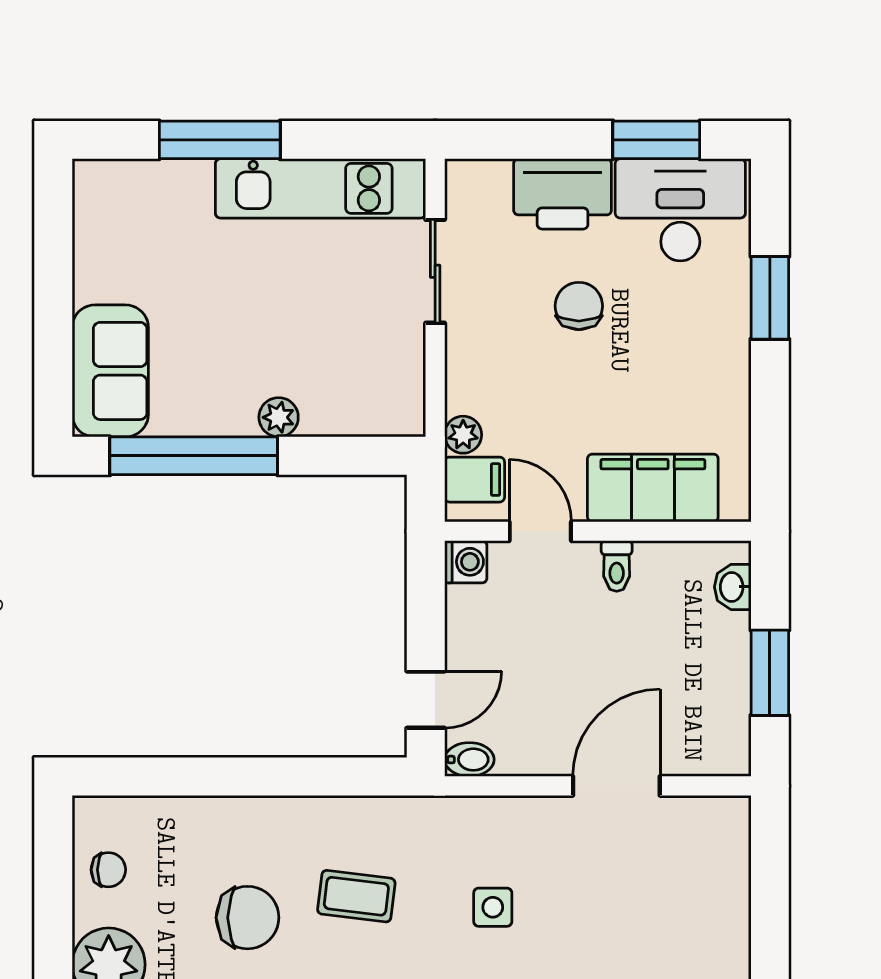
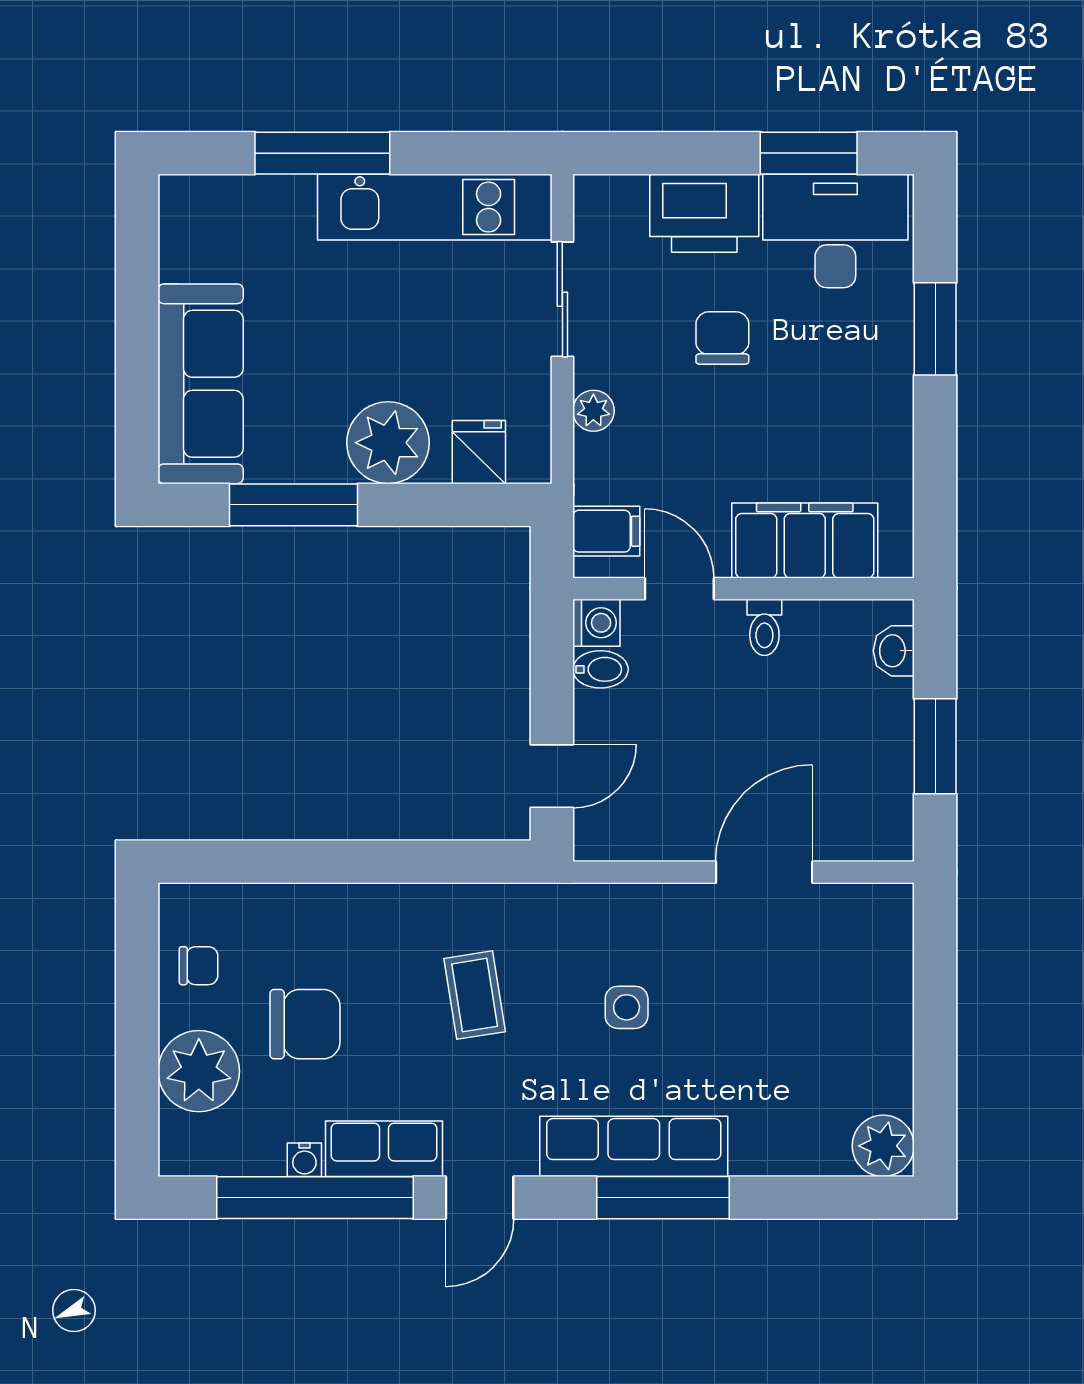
sofa: (110, 371) -> (201, 384), width x1.36
fridge: (360, 409) -> (479, 452), added
plant: (279, 417) -> (388, 443), width x1.87, depth x1.87
plant: (463, 435) -> (593, 411), moved
window: (194, 456) -> (294, 505), width x0.68
bidet: (469, 760) -> (600, 669), moved
coffee table: (356, 896) -> (475, 995), turned 74
chair: (248, 918) -> (305, 1024), moved

